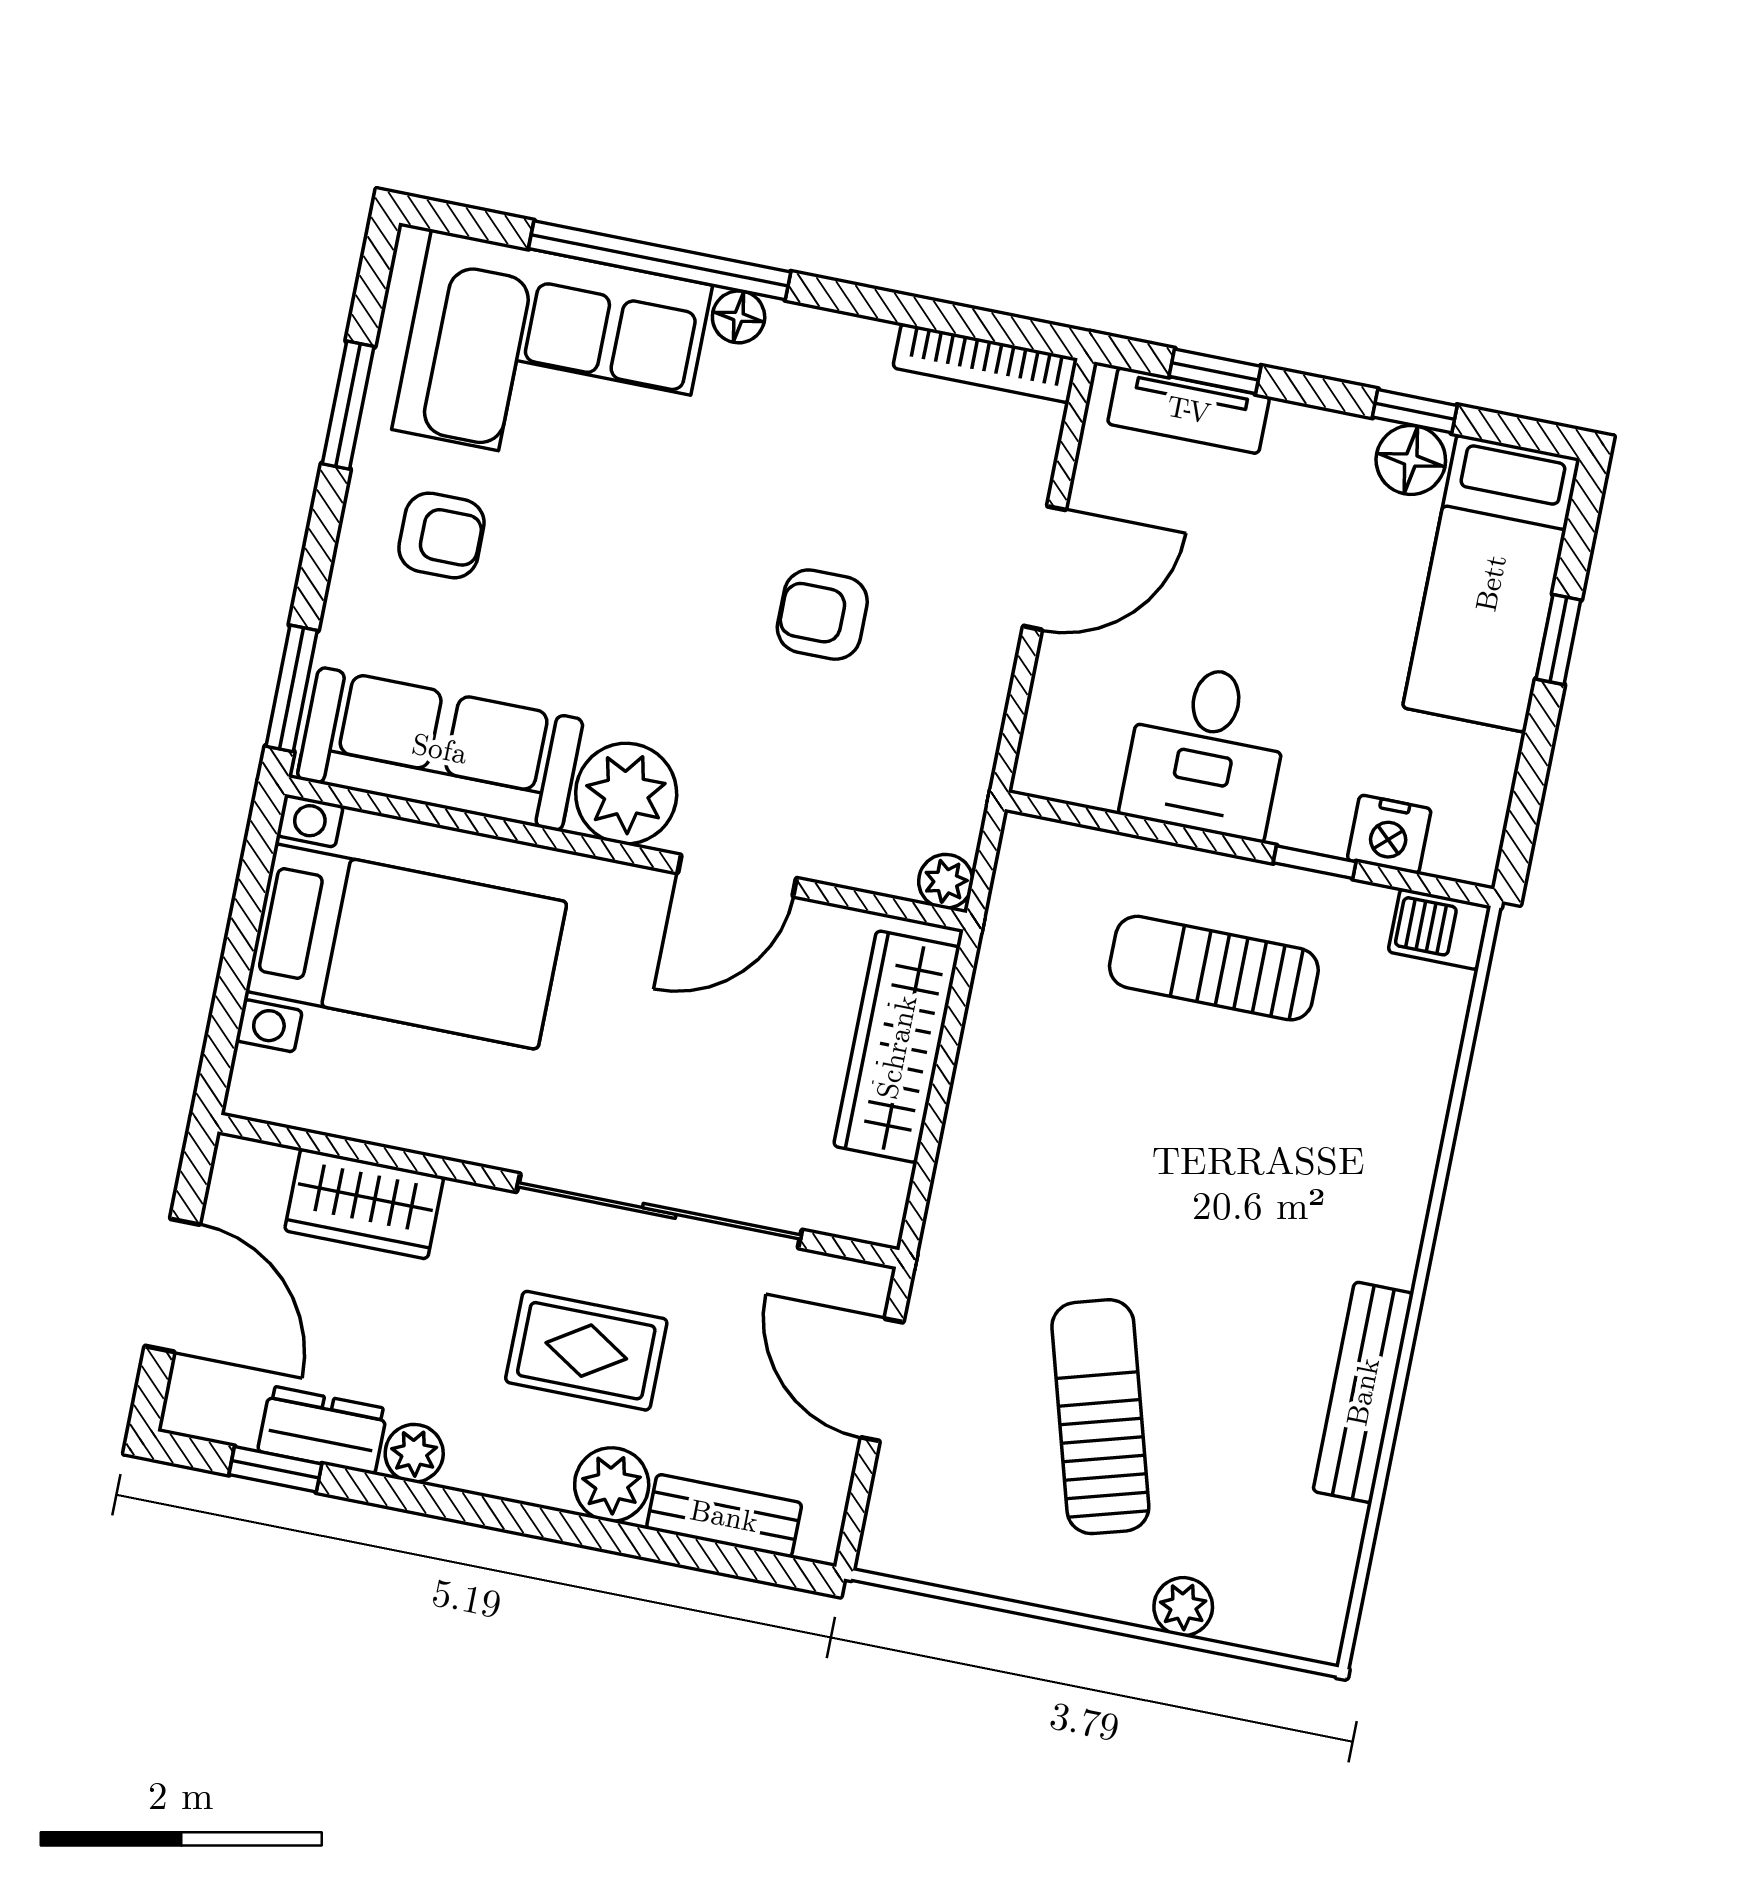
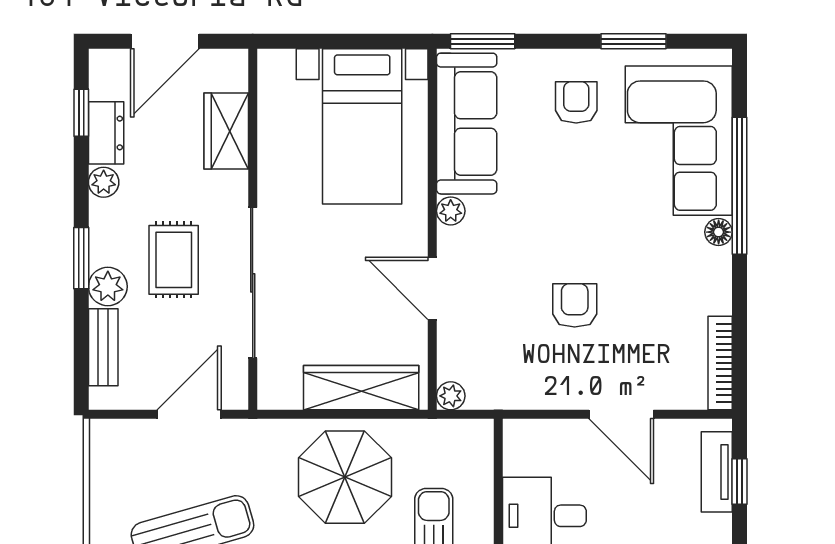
armchair: (441, 535) -> (576, 102), turned 180
plant: (626, 794) -> (451, 211), width x0.53, depth x0.53
parasol: (1059, 1111) -> (345, 477), added
window: (548, 1524) -> (81, 258), added

